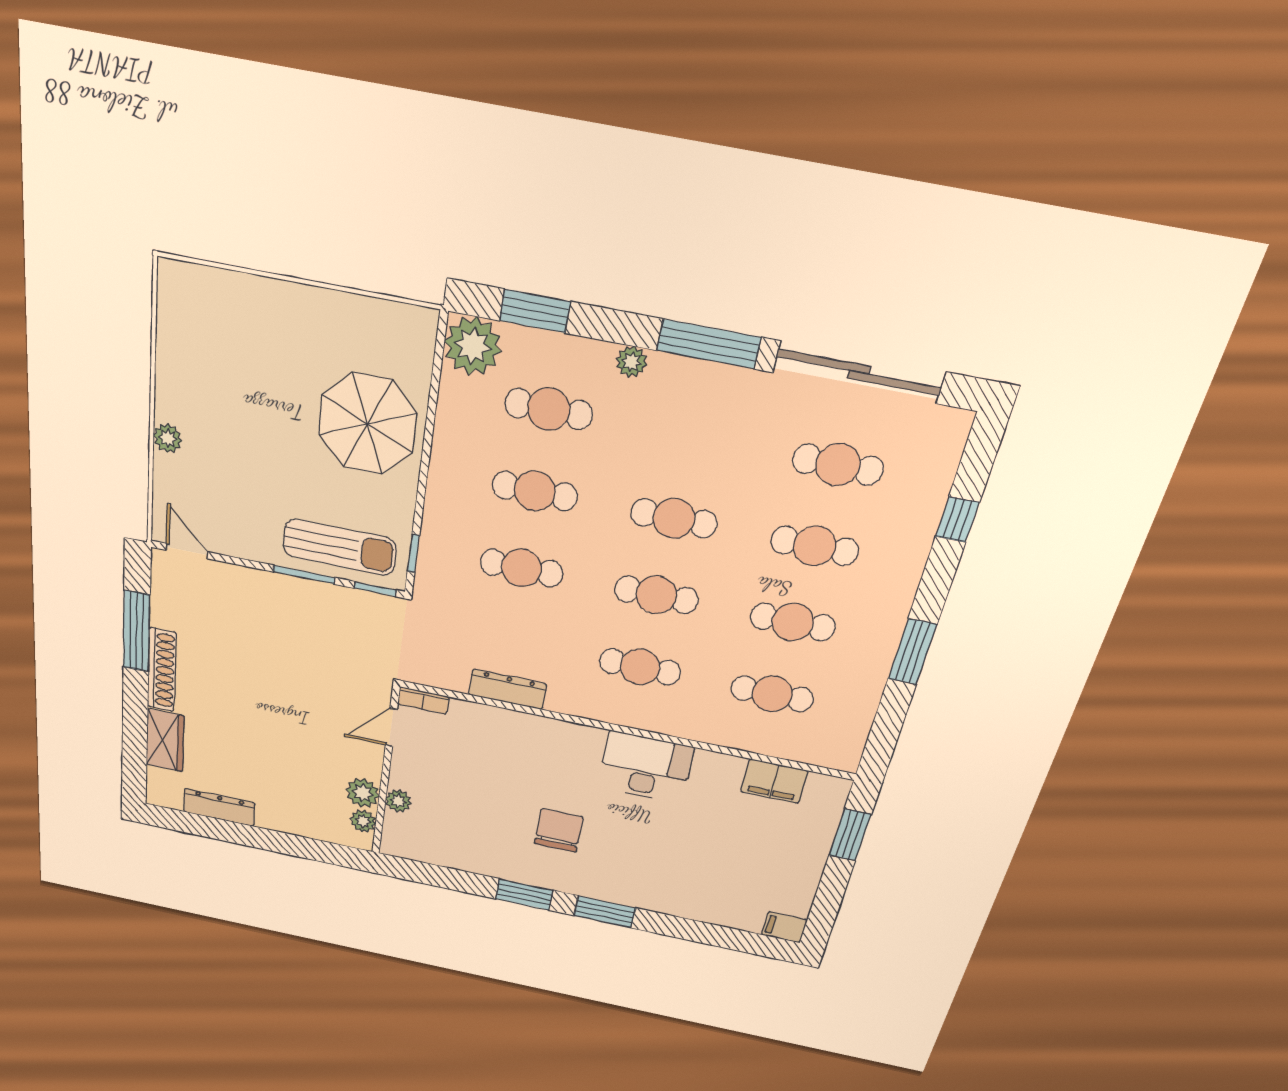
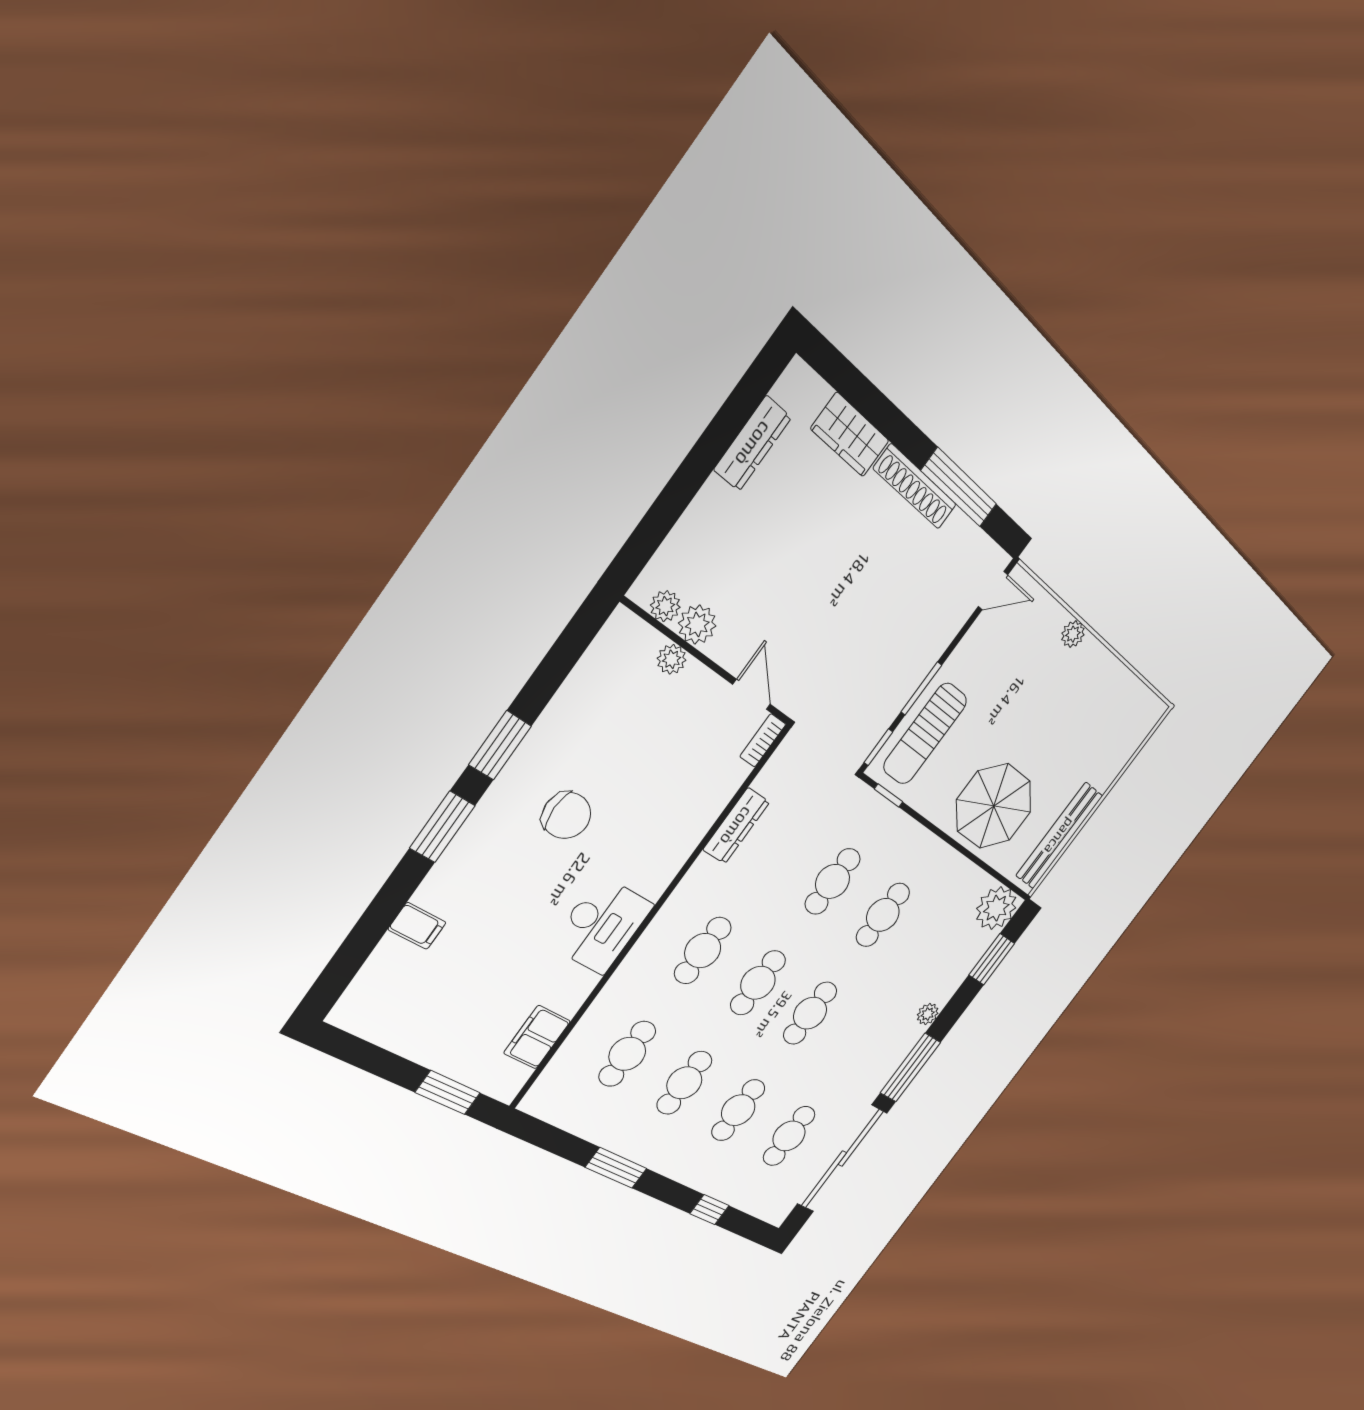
bench: (358, 312) -> (1059, 836), added
cafe table: (549, 409) -> (930, 947), removed
filing cabinet: (784, 927) -> (417, 926), moved, turned 90

